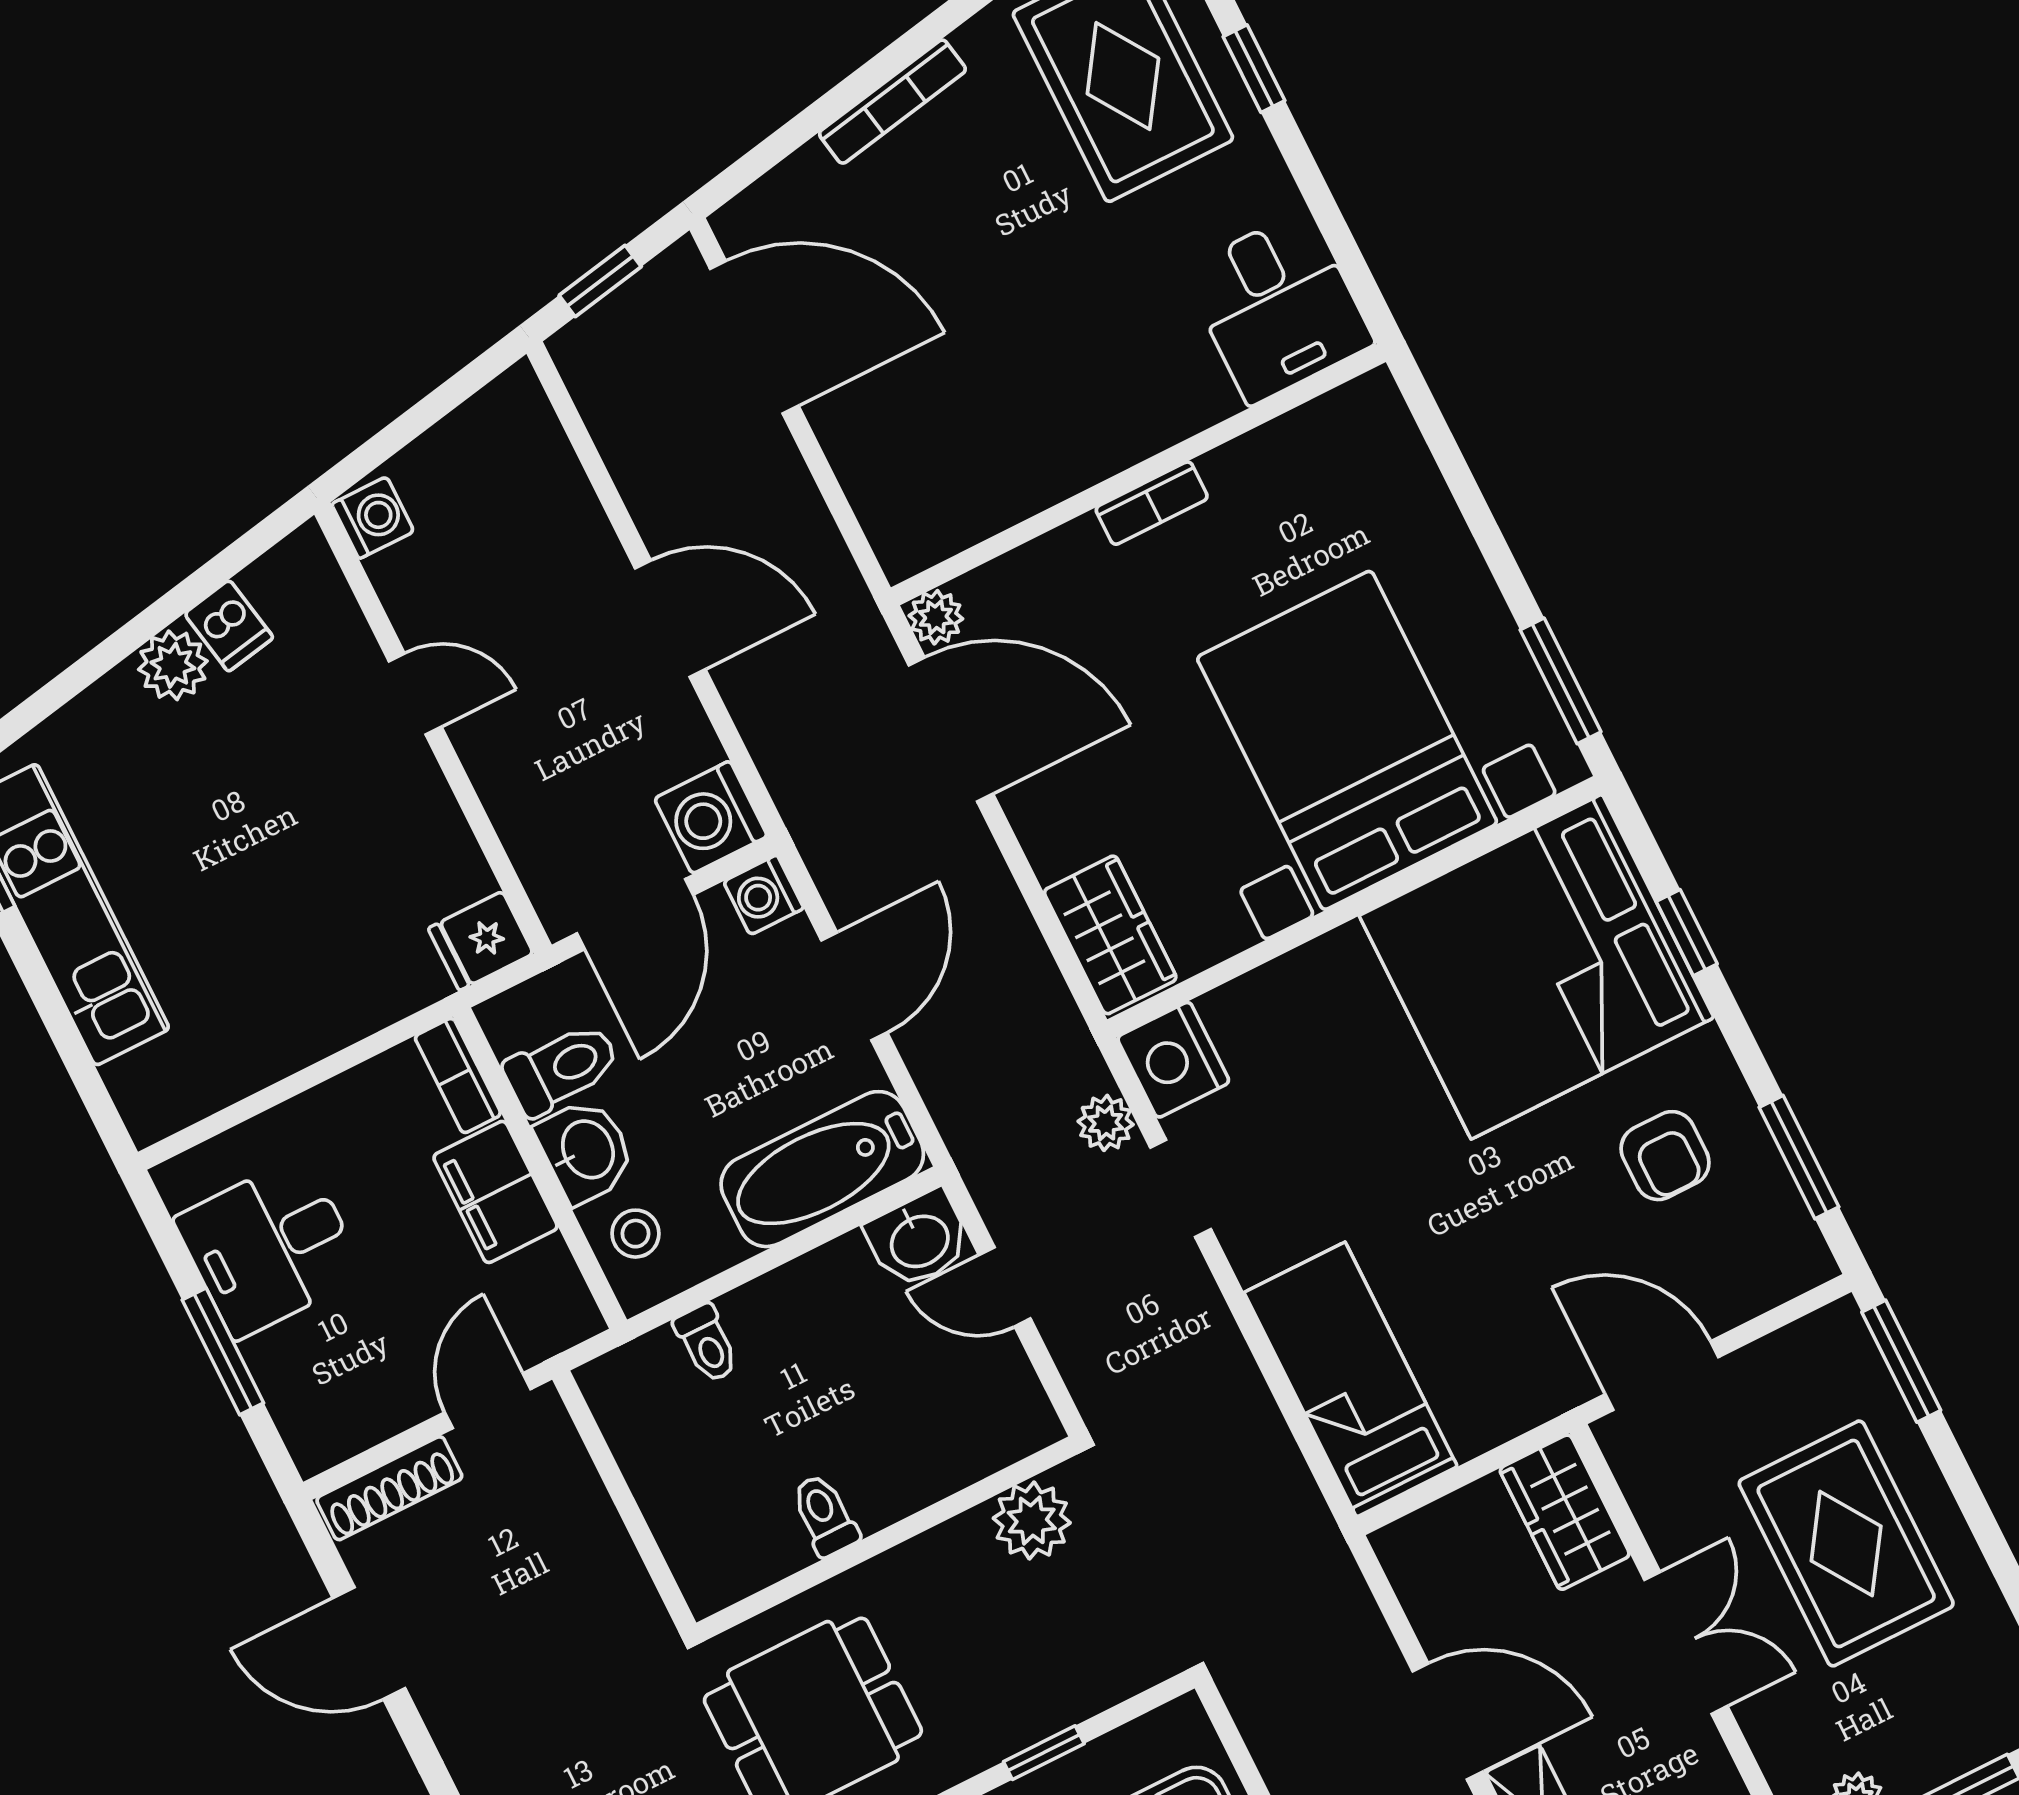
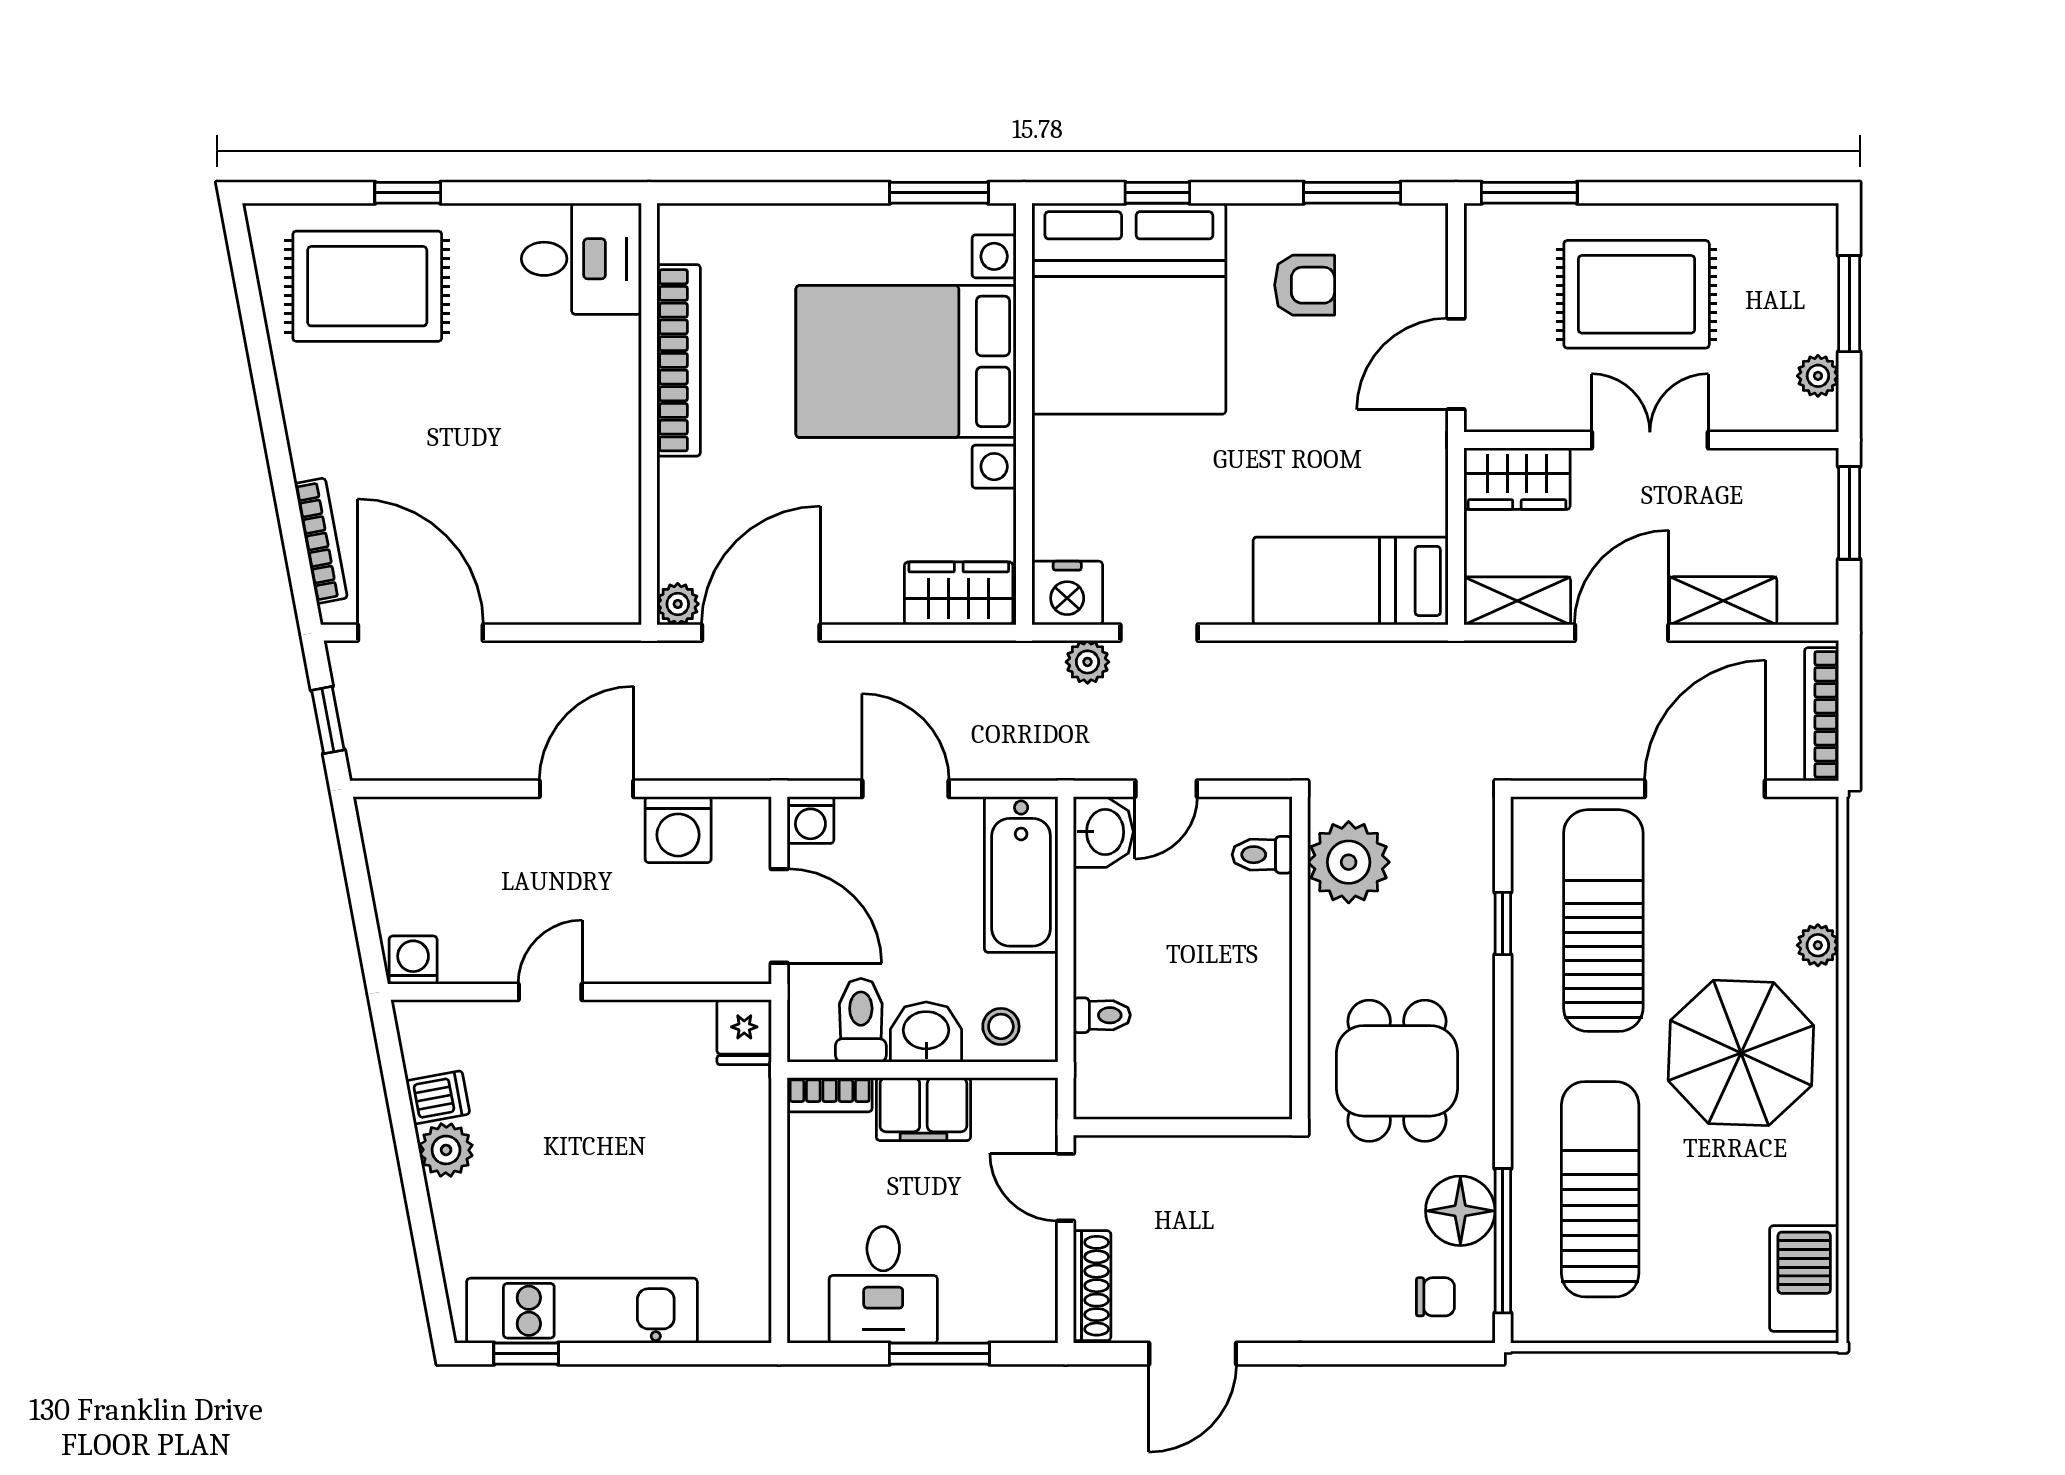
bookcase: (892, 102) -> (321, 541), moved
door: (754, 337) -> (420, 633), hinge flipped
bookcase: (1152, 503) -> (679, 360), width x2.31, depth x1.31
washing machine: (711, 817) -> (678, 830), moved
toilet: (825, 1515) -> (1262, 855), moved
plant: (1032, 1520) -> (1349, 862), width x1.36, depth x1.36
shelving: (1424, 1583) -> (1517, 601), added

